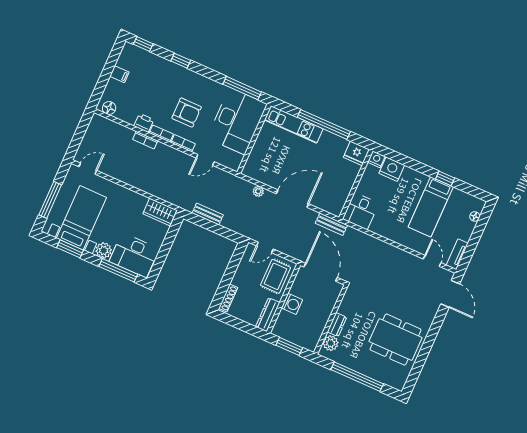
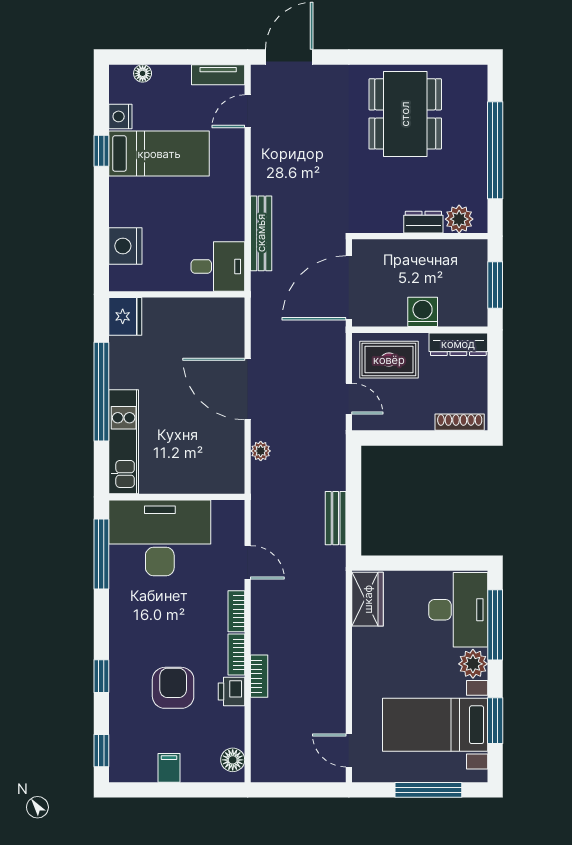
armchair: (187, 113) -> (173, 688), moved
nightstand: (376, 159) -> (120, 116), moved
bench: (331, 224) -> (261, 233), moved, width x1.36

